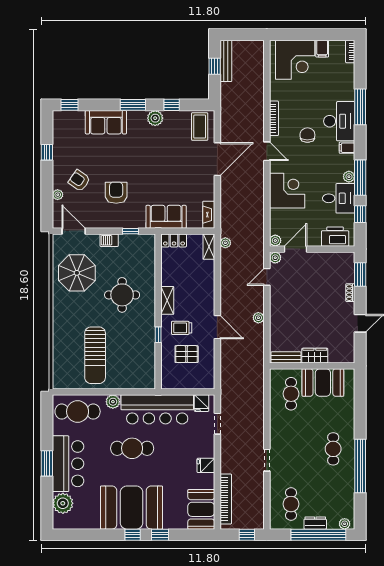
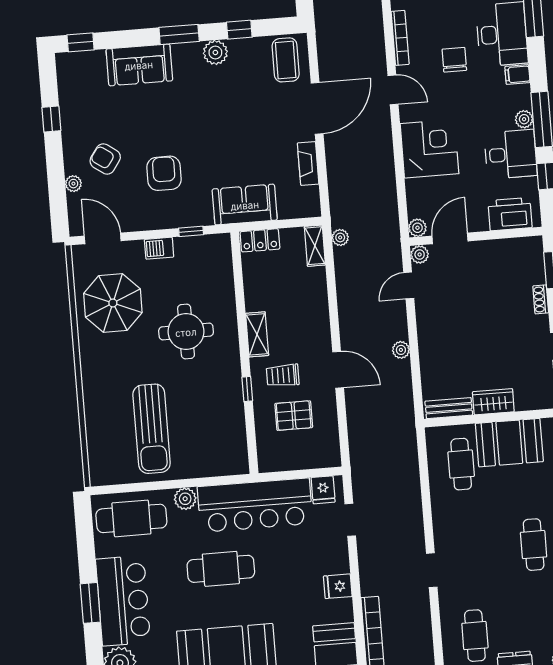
fireplace: (209, 215) -> (308, 163), moved

